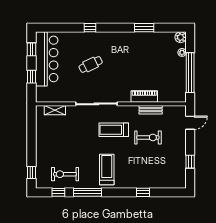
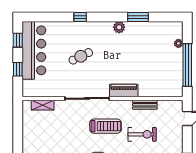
plant: (181, 37) -> (119, 27), moved
piano: (144, 96) -> (124, 90), moved
treadmill: (114, 130) -> (106, 126), turned 180

